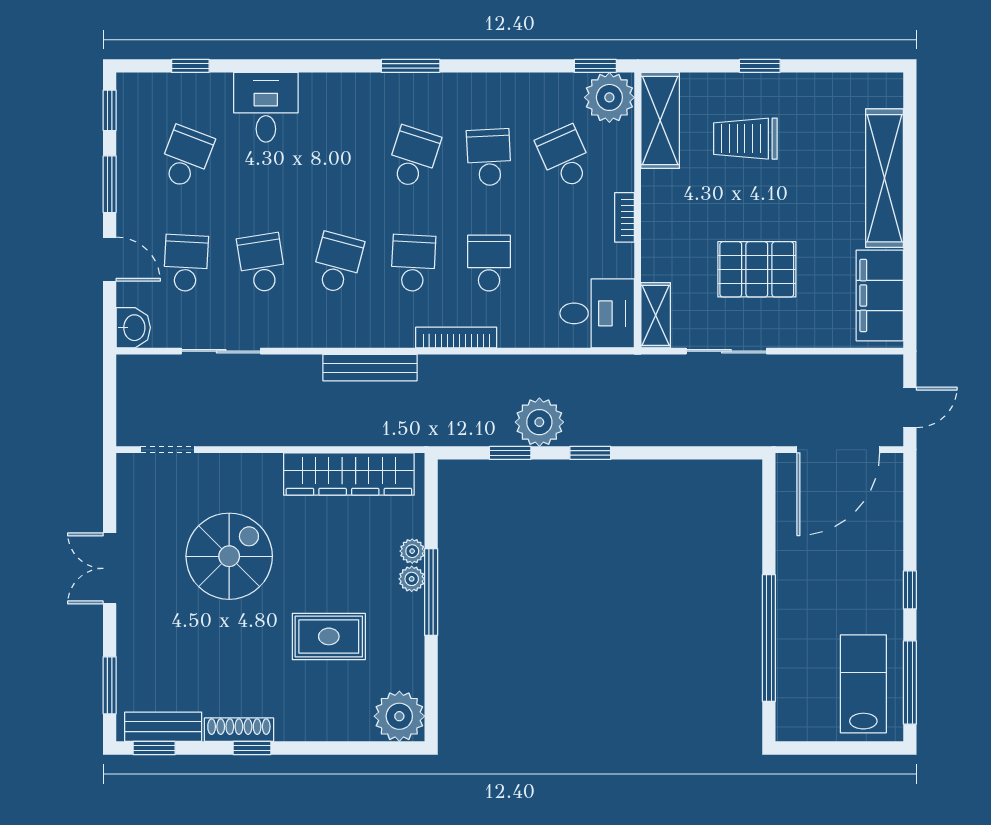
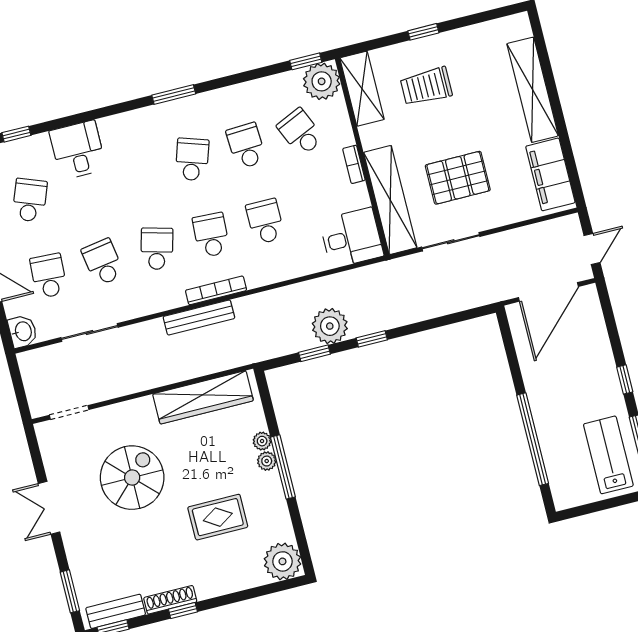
shelving: (656, 315) -> (390, 200), width x2.20, depth x1.33
bookcase: (456, 338) -> (216, 290), moved

